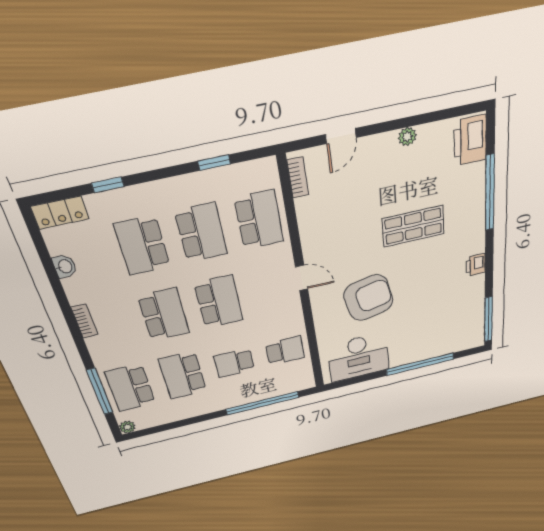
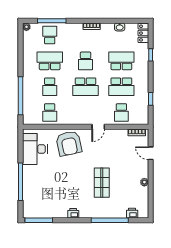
printer: (470, 140) -> (132, 213), width x0.53, depth x0.68
school desk: (259, 220) -> (121, 113), width x0.54
door: (302, 278) -> (98, 127), moved
armchair: (368, 298) -> (69, 143), moved
school desk: (164, 315) -> (86, 61), width x0.54
school desk: (234, 363) -> (50, 87), turned 180
school desk: (130, 388) -> (50, 35), width x0.54

